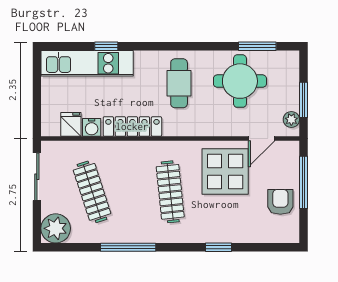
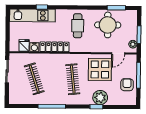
plant: (56, 228) -> (100, 98), moved

